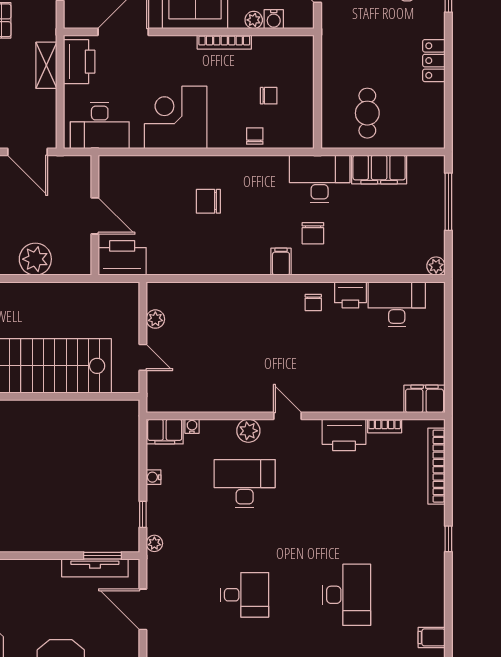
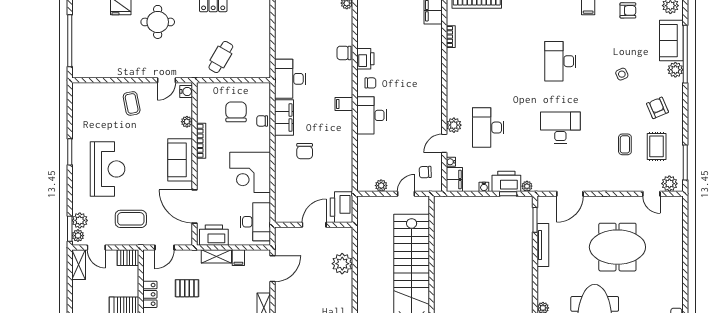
water cooler: (274, 19) -> (186, 91), moved
chair: (269, 96) -> (236, 112), width x1.87, depth x1.87
filing cabinet: (44, 99) -> (238, 258), added
cafe table: (367, 113) -> (221, 57), moved, turned -60
filing cabinet: (379, 169) -> (284, 118), moved
chair: (313, 233) -> (344, 53), moved, turned 180
desk: (397, 304) -> (372, 115), moved
chair: (176, 387) -> (425, 172), added
door: (288, 416) -> (444, 143), moved
printer: (344, 435) -> (506, 181), moved, turned -90
tv unit: (95, 568) -> (543, 245), moved
desk: (245, 595) -> (560, 128), width x1.37
desk: (347, 595) -> (560, 61), turned -90

